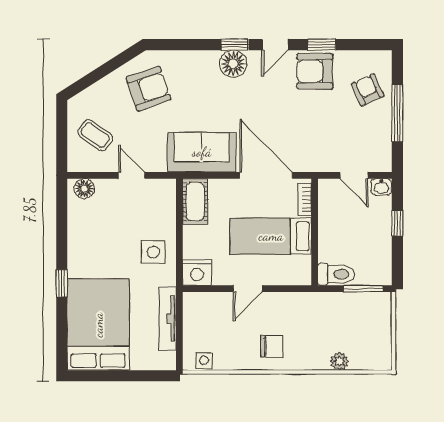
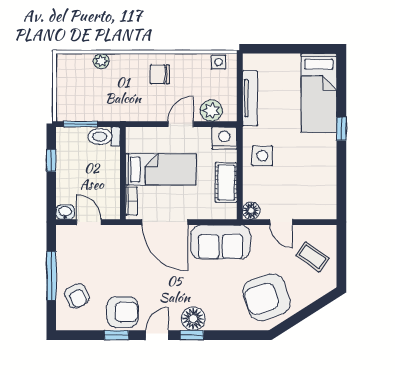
armchair: (149, 89) -> (266, 297), width x1.36, depth x1.36
floor lamp: (84, 189) -> (251, 211), moved
cot: (195, 201) -> (226, 182), moved
window: (397, 223) -> (51, 160), moved
plant: (212, 304) -> (211, 111), added
bed: (98, 325) -> (319, 93), width x0.67

